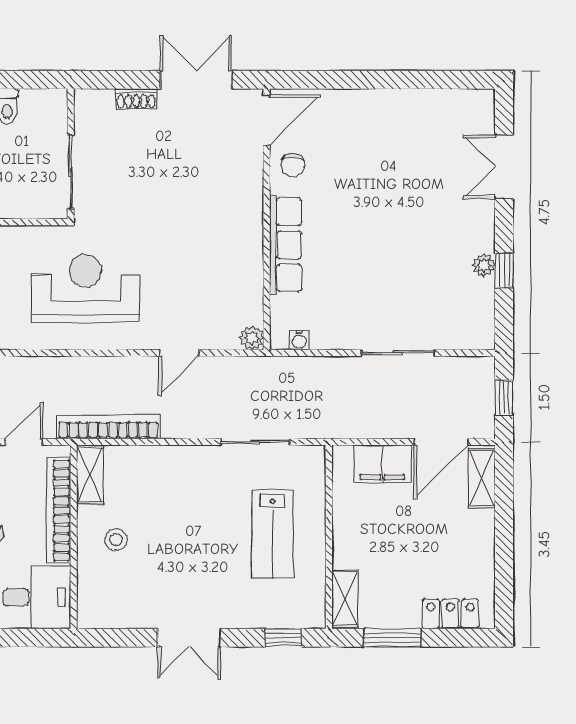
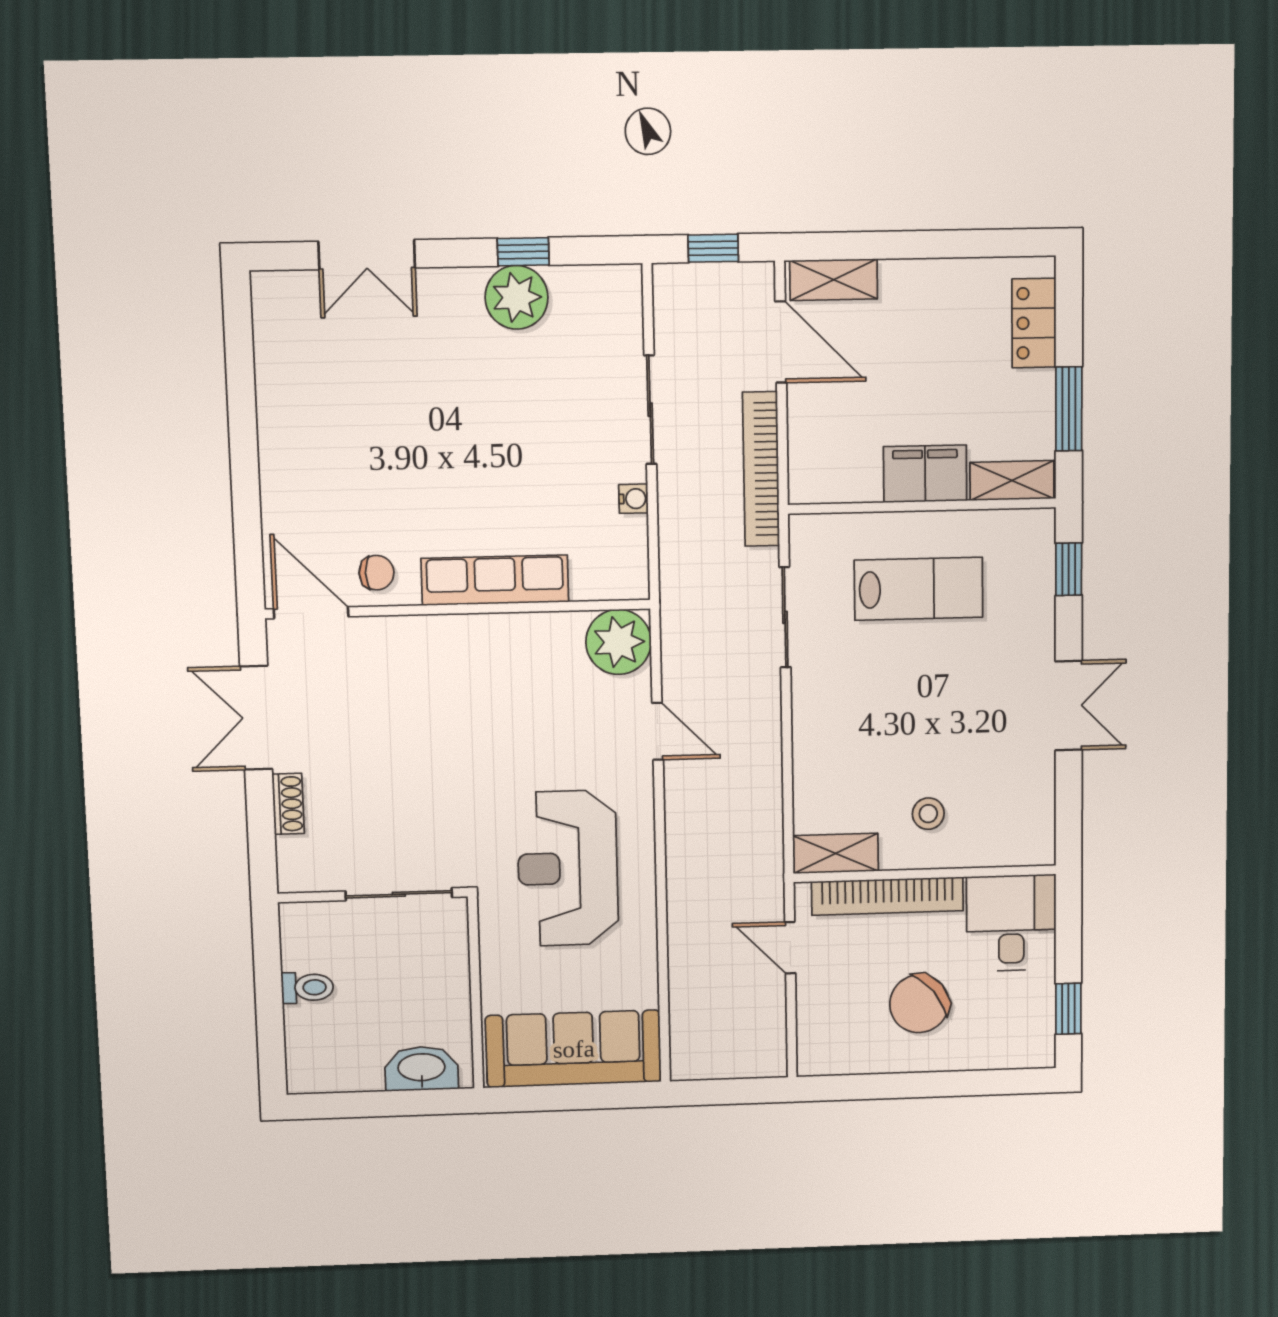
plant: (484, 265) -> (517, 297), width x1.87, depth x1.87
plant: (252, 338) -> (619, 642), width x1.87, depth x1.87
water cooler: (299, 340) -> (633, 499), moved
bookcase: (108, 427) -> (761, 469), moved
filing cabinet: (382, 464) -> (925, 474), moved, turned -90

